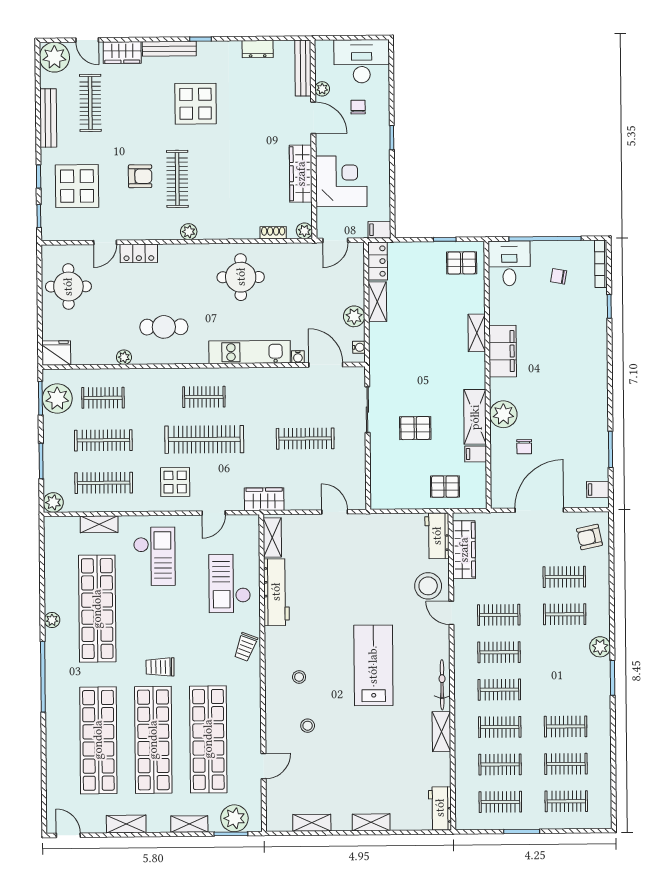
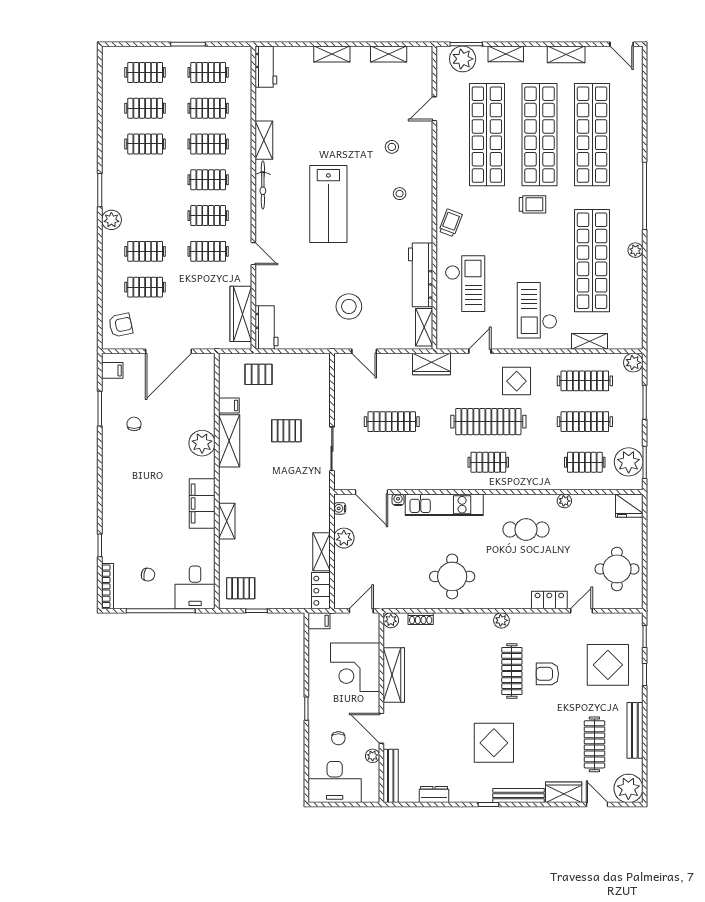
chair: (524, 447) -> (134, 424), moved
stool: (428, 586) -> (349, 306), moved

